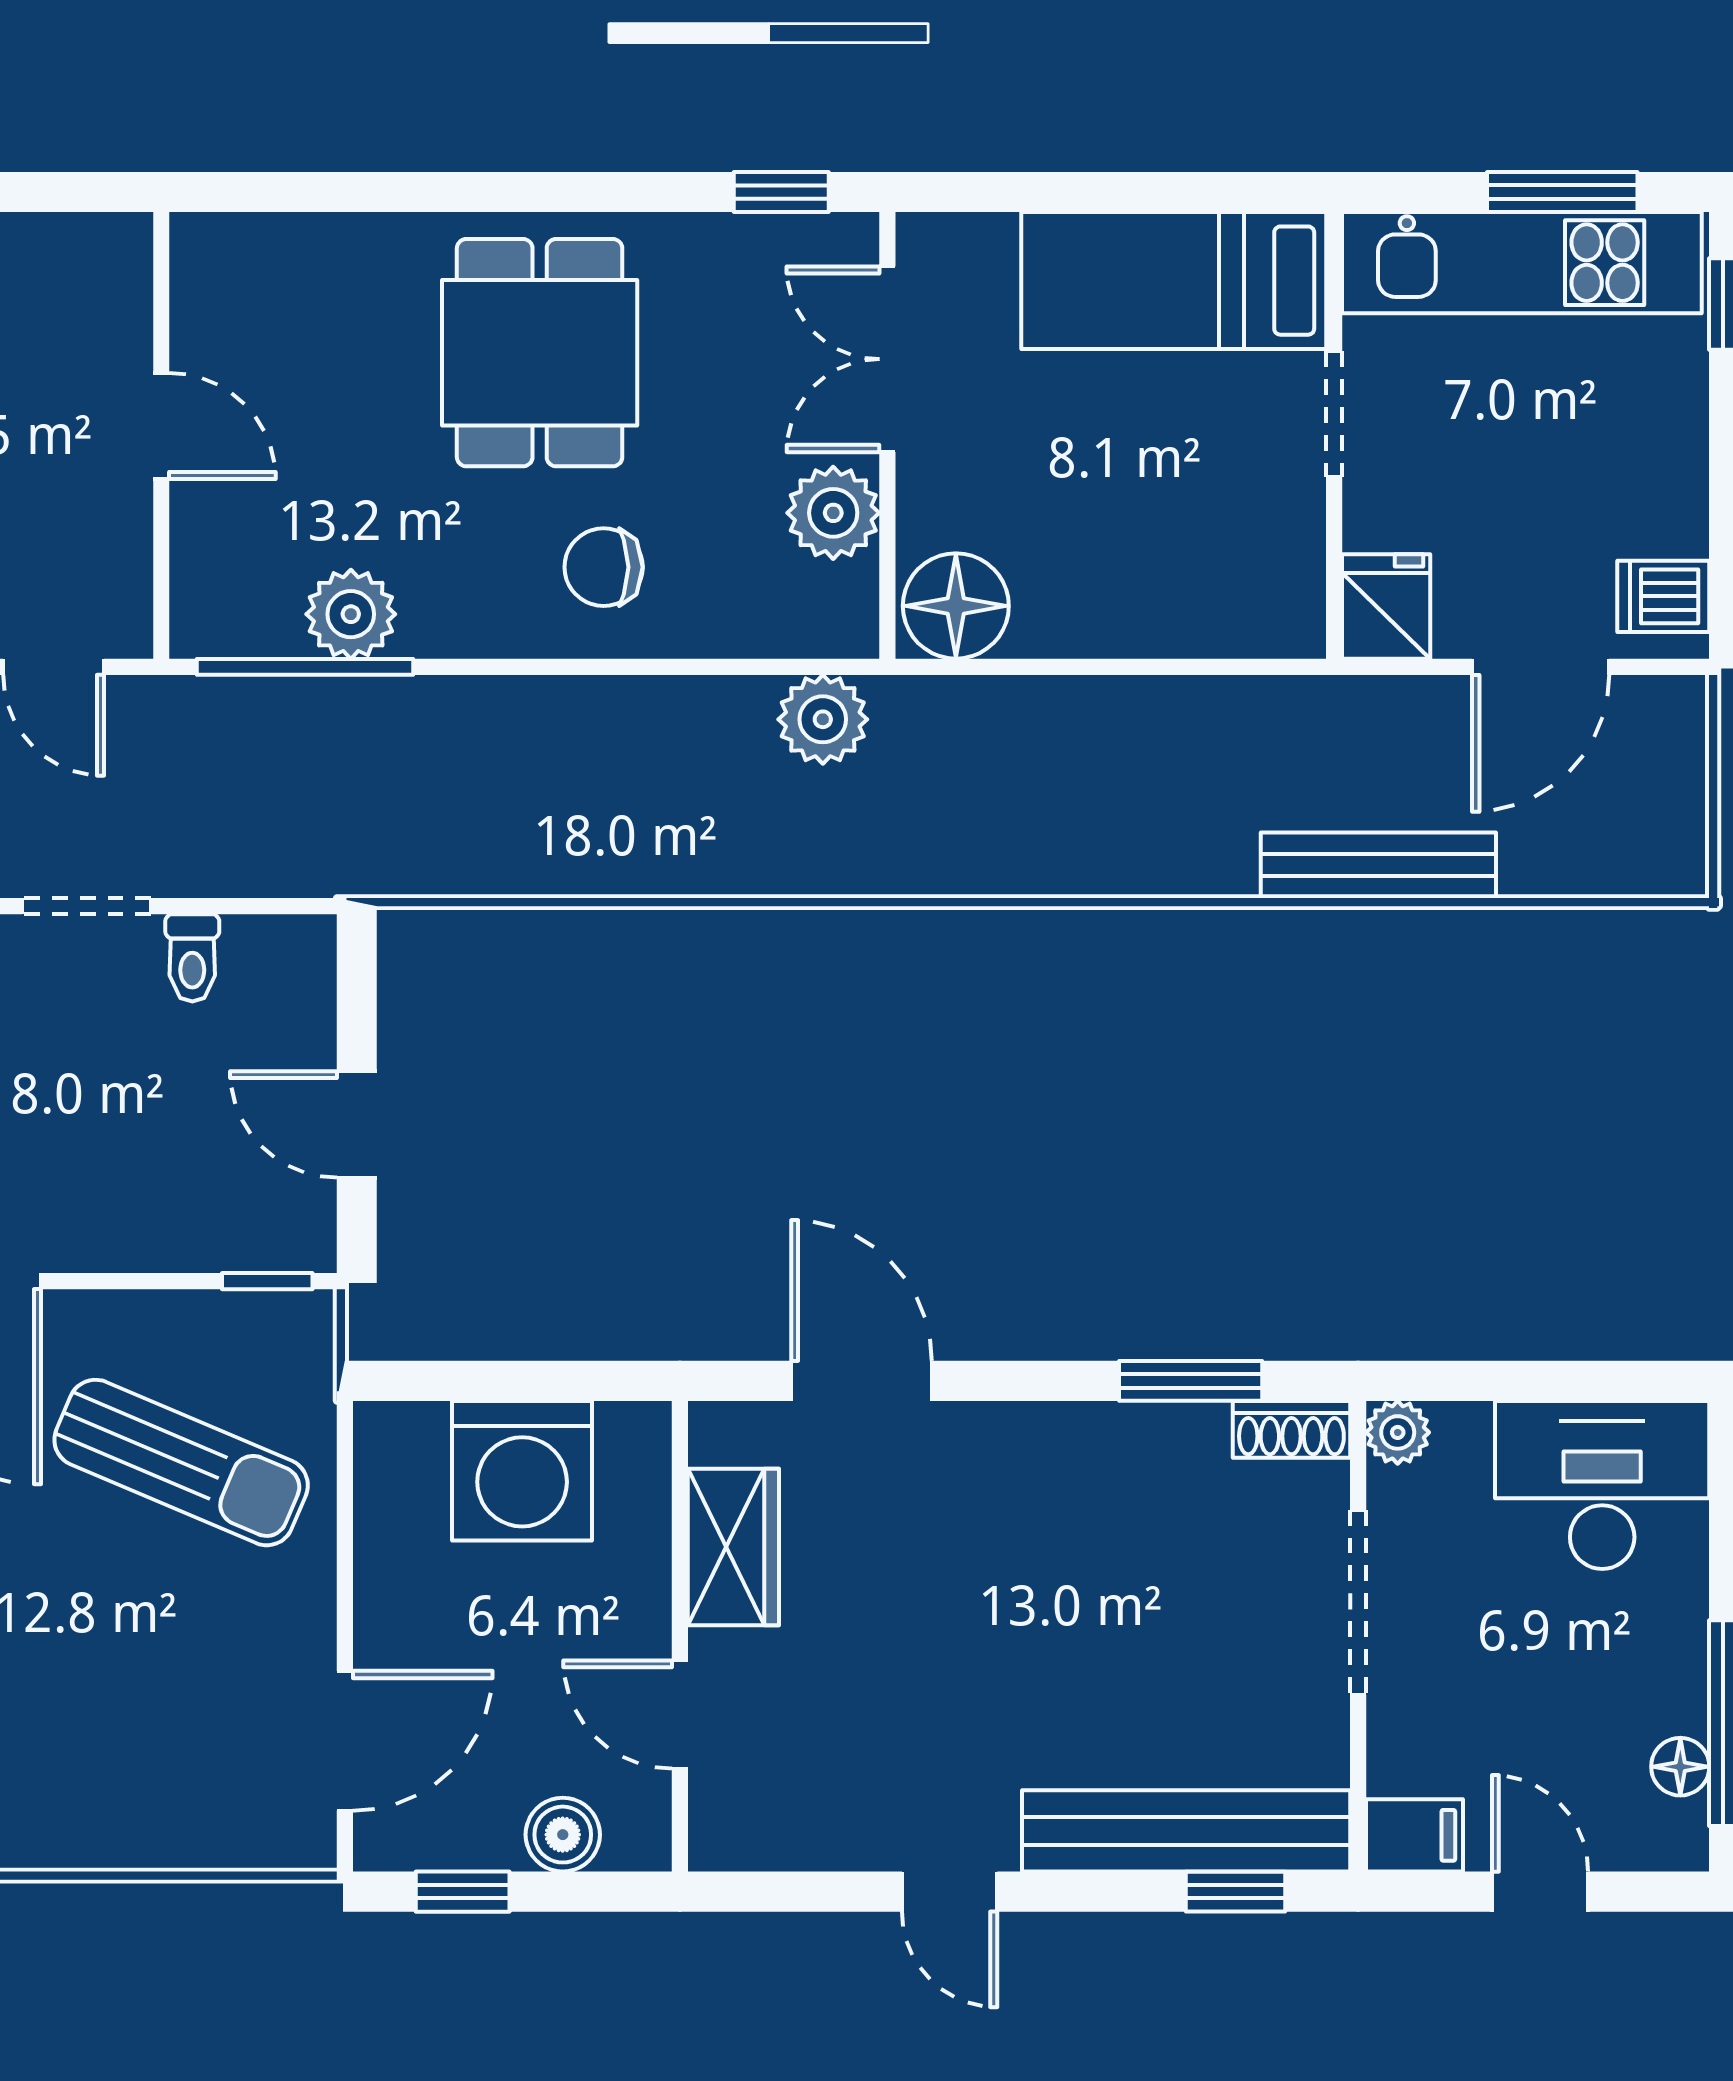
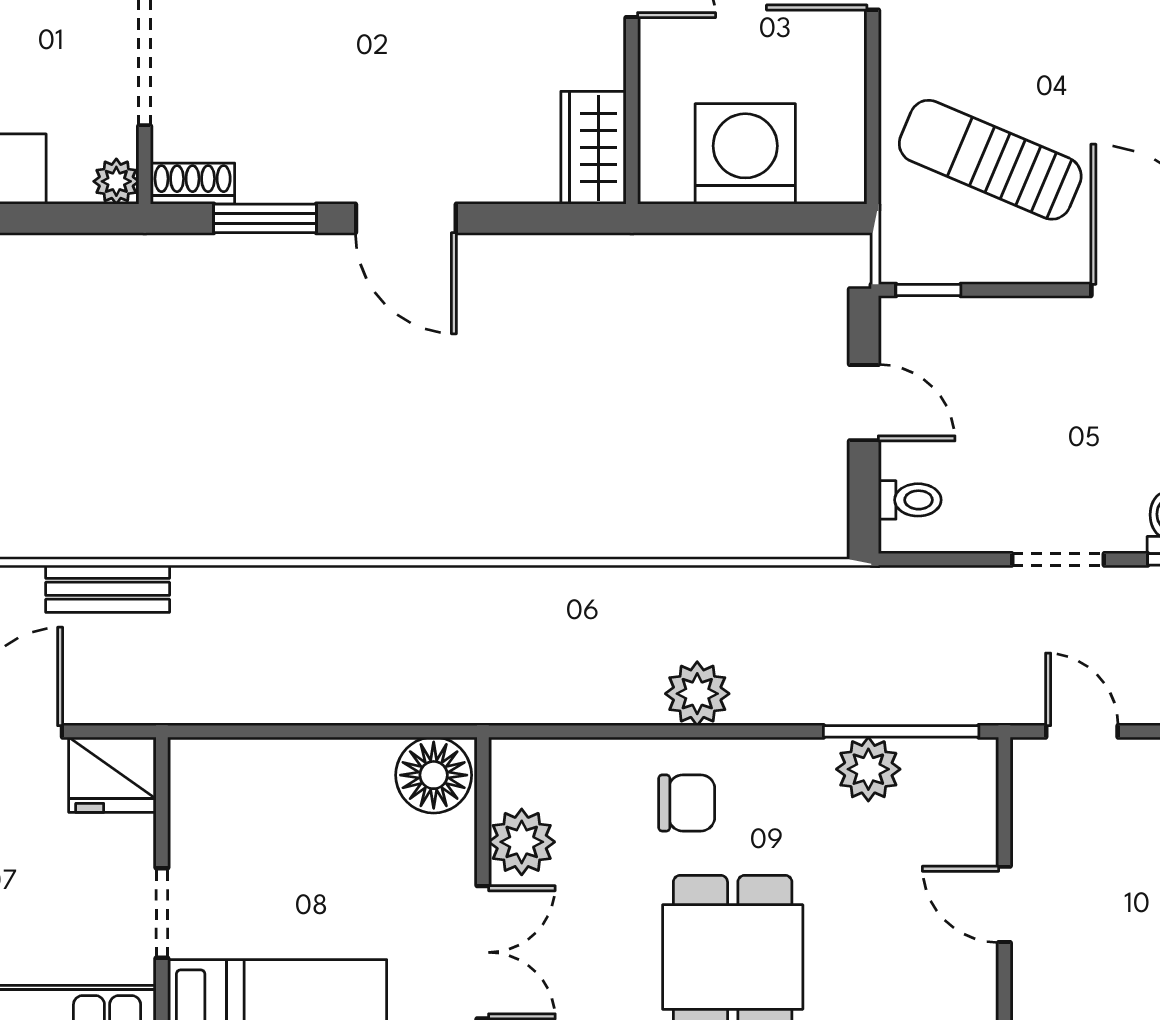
fridge: (1386, 606) -> (112, 775), width x1.38
plant: (823, 719) -> (697, 694), moved
bench: (1378, 865) -> (108, 589), width x0.73
toilet: (192, 958) -> (910, 500), moved, turned 90
door: (861, 1381) -> (406, 218), moved
wardrobe: (733, 1547) -> (593, 148), moved

